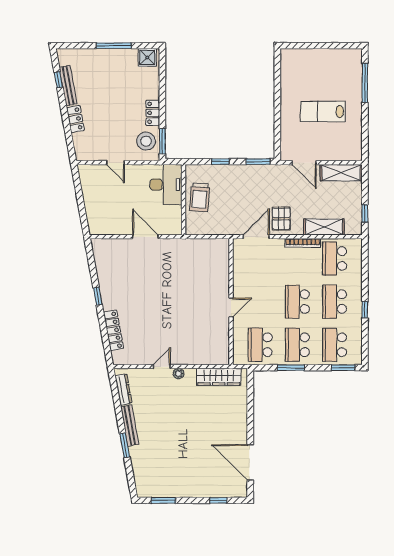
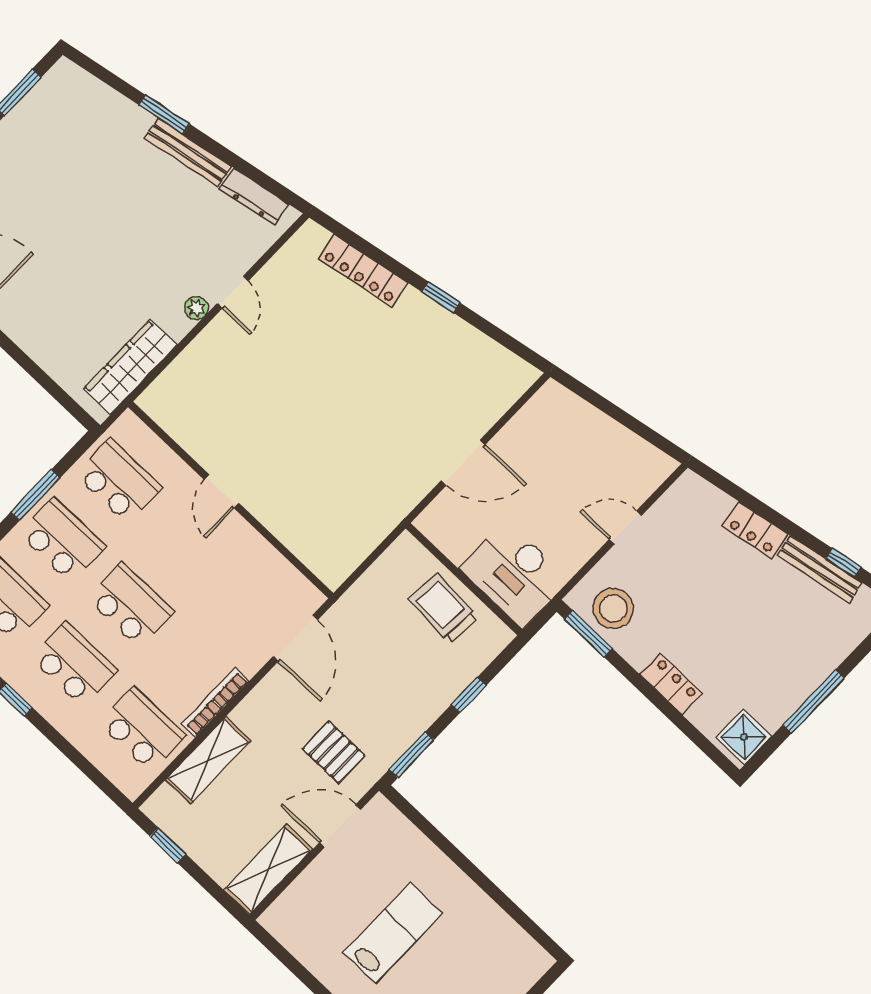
locker: (153, 113) -> (671, 684), moved
pallet: (281, 219) -> (334, 752), moved

